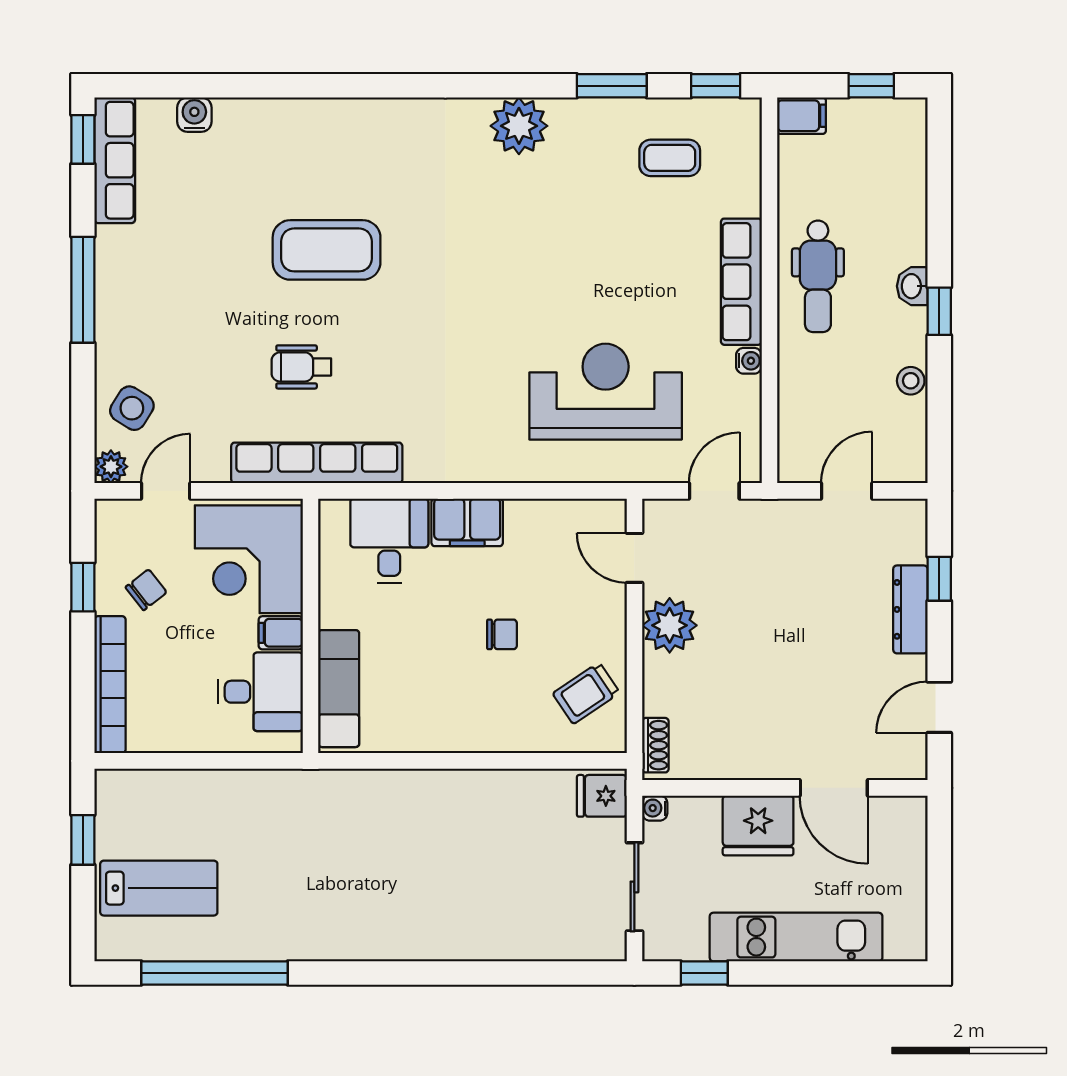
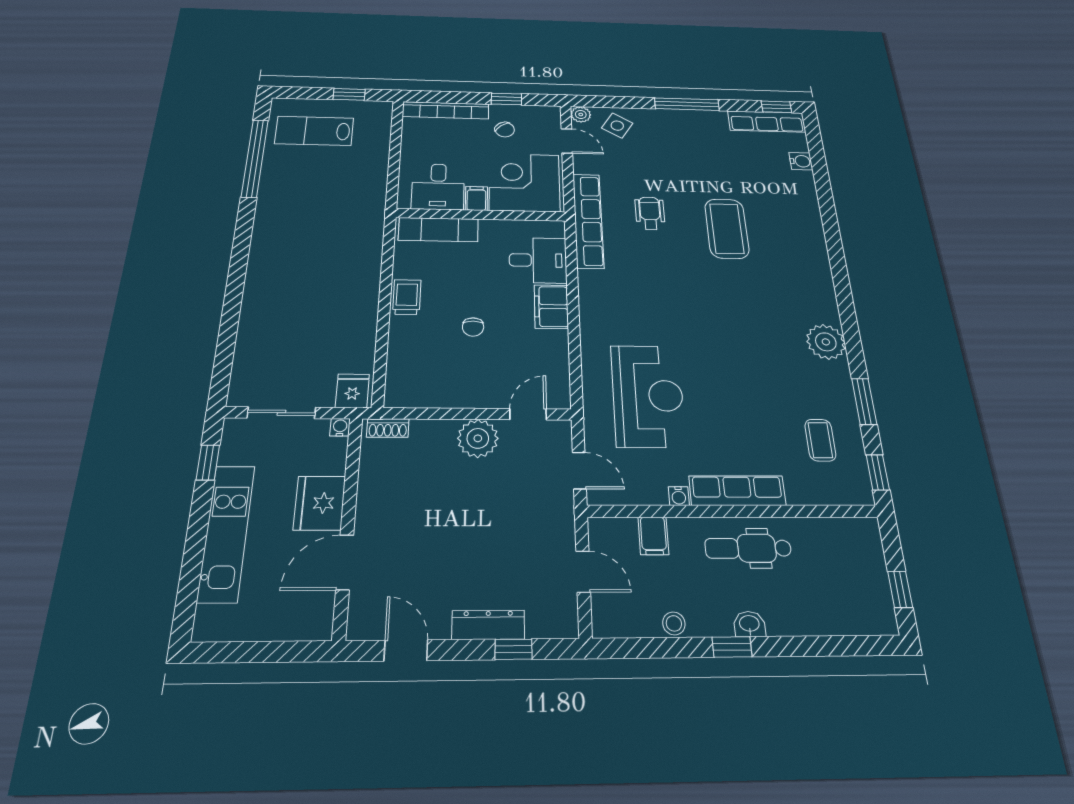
filing cabinet: (802, 116) -> (653, 536), moved
trolley: (586, 693) -> (407, 297), moved, turned 34
lab bench: (159, 888) -> (314, 131), turned 90

